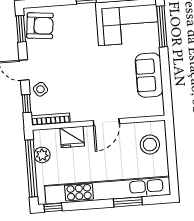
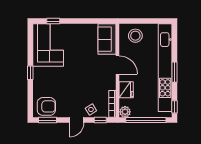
armchair: (40, 26) -> (46, 106), turned 84
window: (162, 26) -> (53, 21), width x0.46
sofa: (149, 75) -> (107, 39), moved, turned 90
plant: (42, 155) -> (125, 112), moved
window: (128, 202) -> (174, 72), moved

